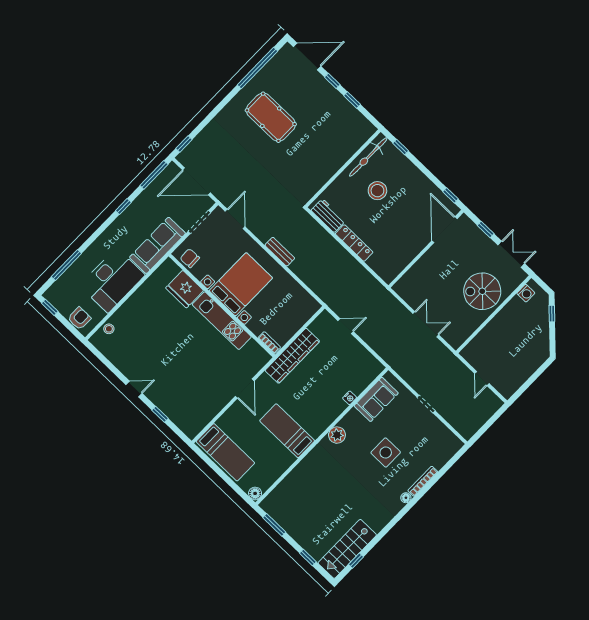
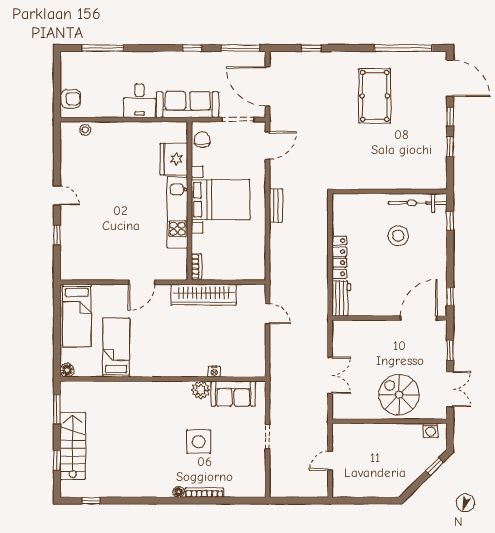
window: (184, 144) -> (311, 48), moved
workbench: (328, 216) -> (341, 298), moved
desk: (112, 280) -> (140, 101), width x0.53, depth x0.77
window: (50, 307) -> (57, 67), removed
bed: (287, 431) -> (116, 348), moved
plant: (337, 435) -> (201, 390), moved
stairs: (347, 549) -> (73, 446), moved, turned 90

